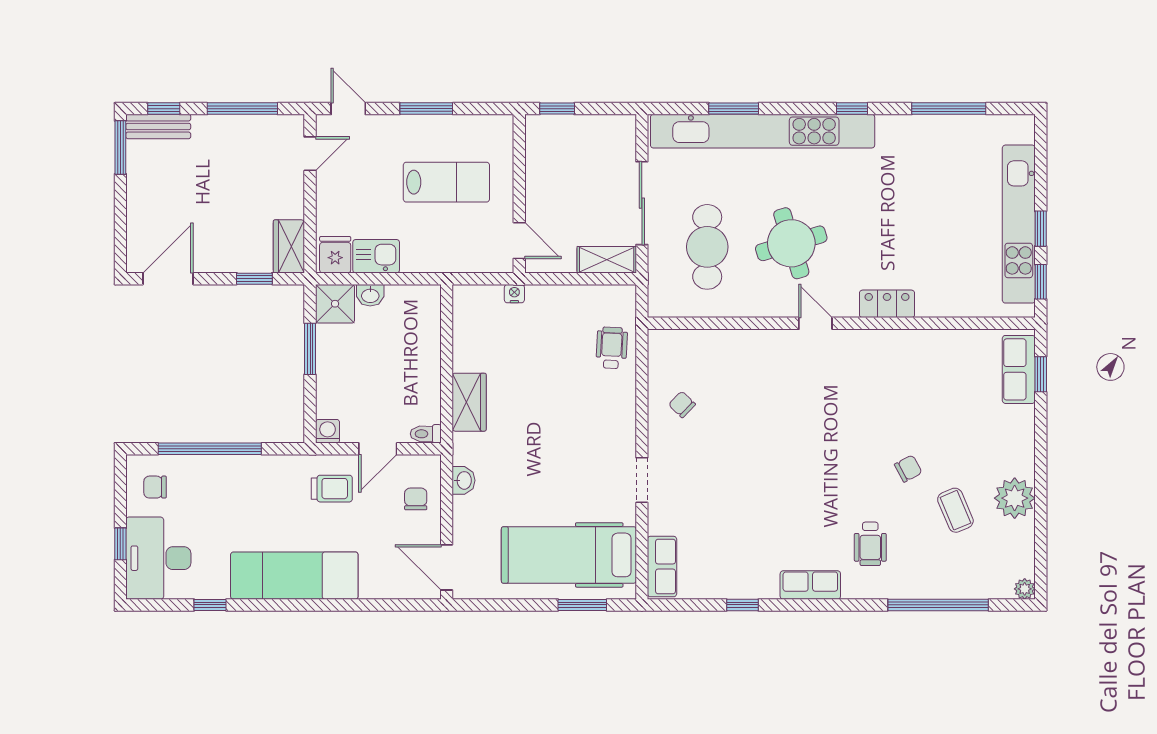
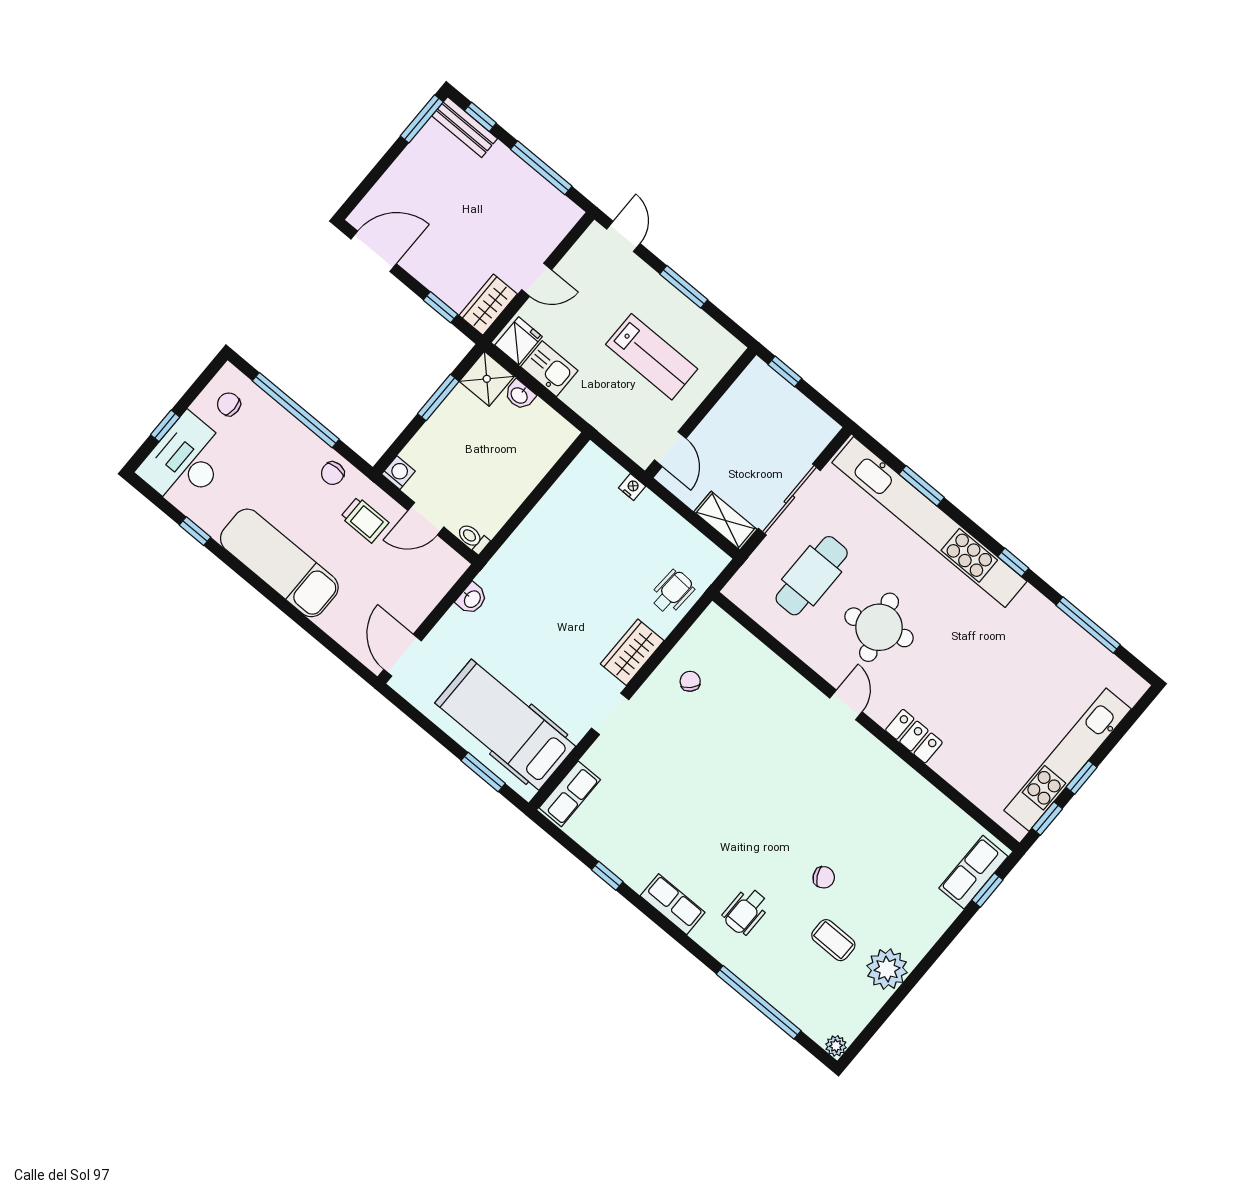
door: (310, 154) -> (537, 280), moved
wardrobe: (469, 402) -> (632, 652), moved, turned 180
chair: (416, 499) -> (333, 473), moved, turned 180
coffee table: (955, 510) -> (833, 940), turned -67

